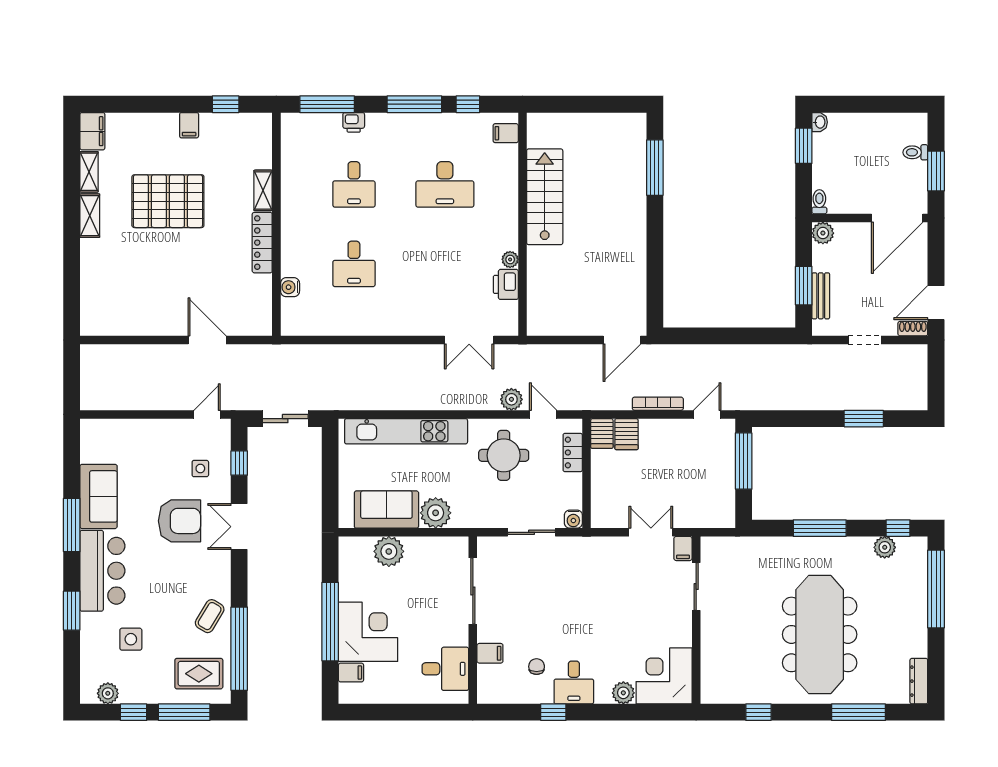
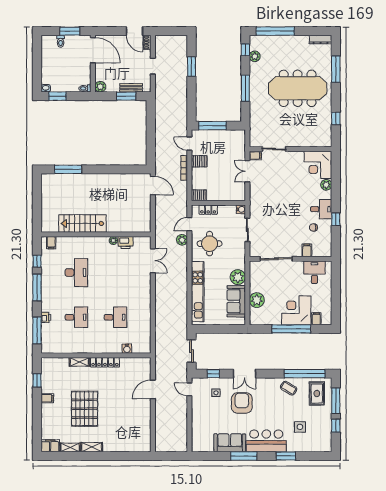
server rack: (626, 434) -> (199, 161), moved
plant: (108, 693) -> (327, 438), removed

